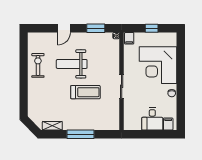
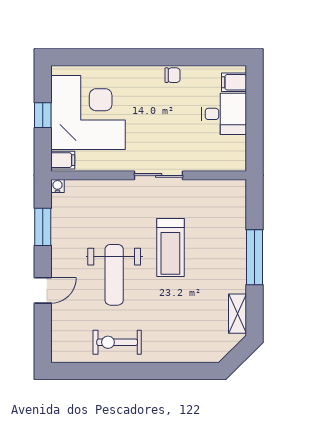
door: (64, 28) -> (43, 290), hinge flipped
corner desk: (158, 65) -> (88, 112), moved, turned -90
treadmill: (85, 92) -> (170, 247), turned 180

